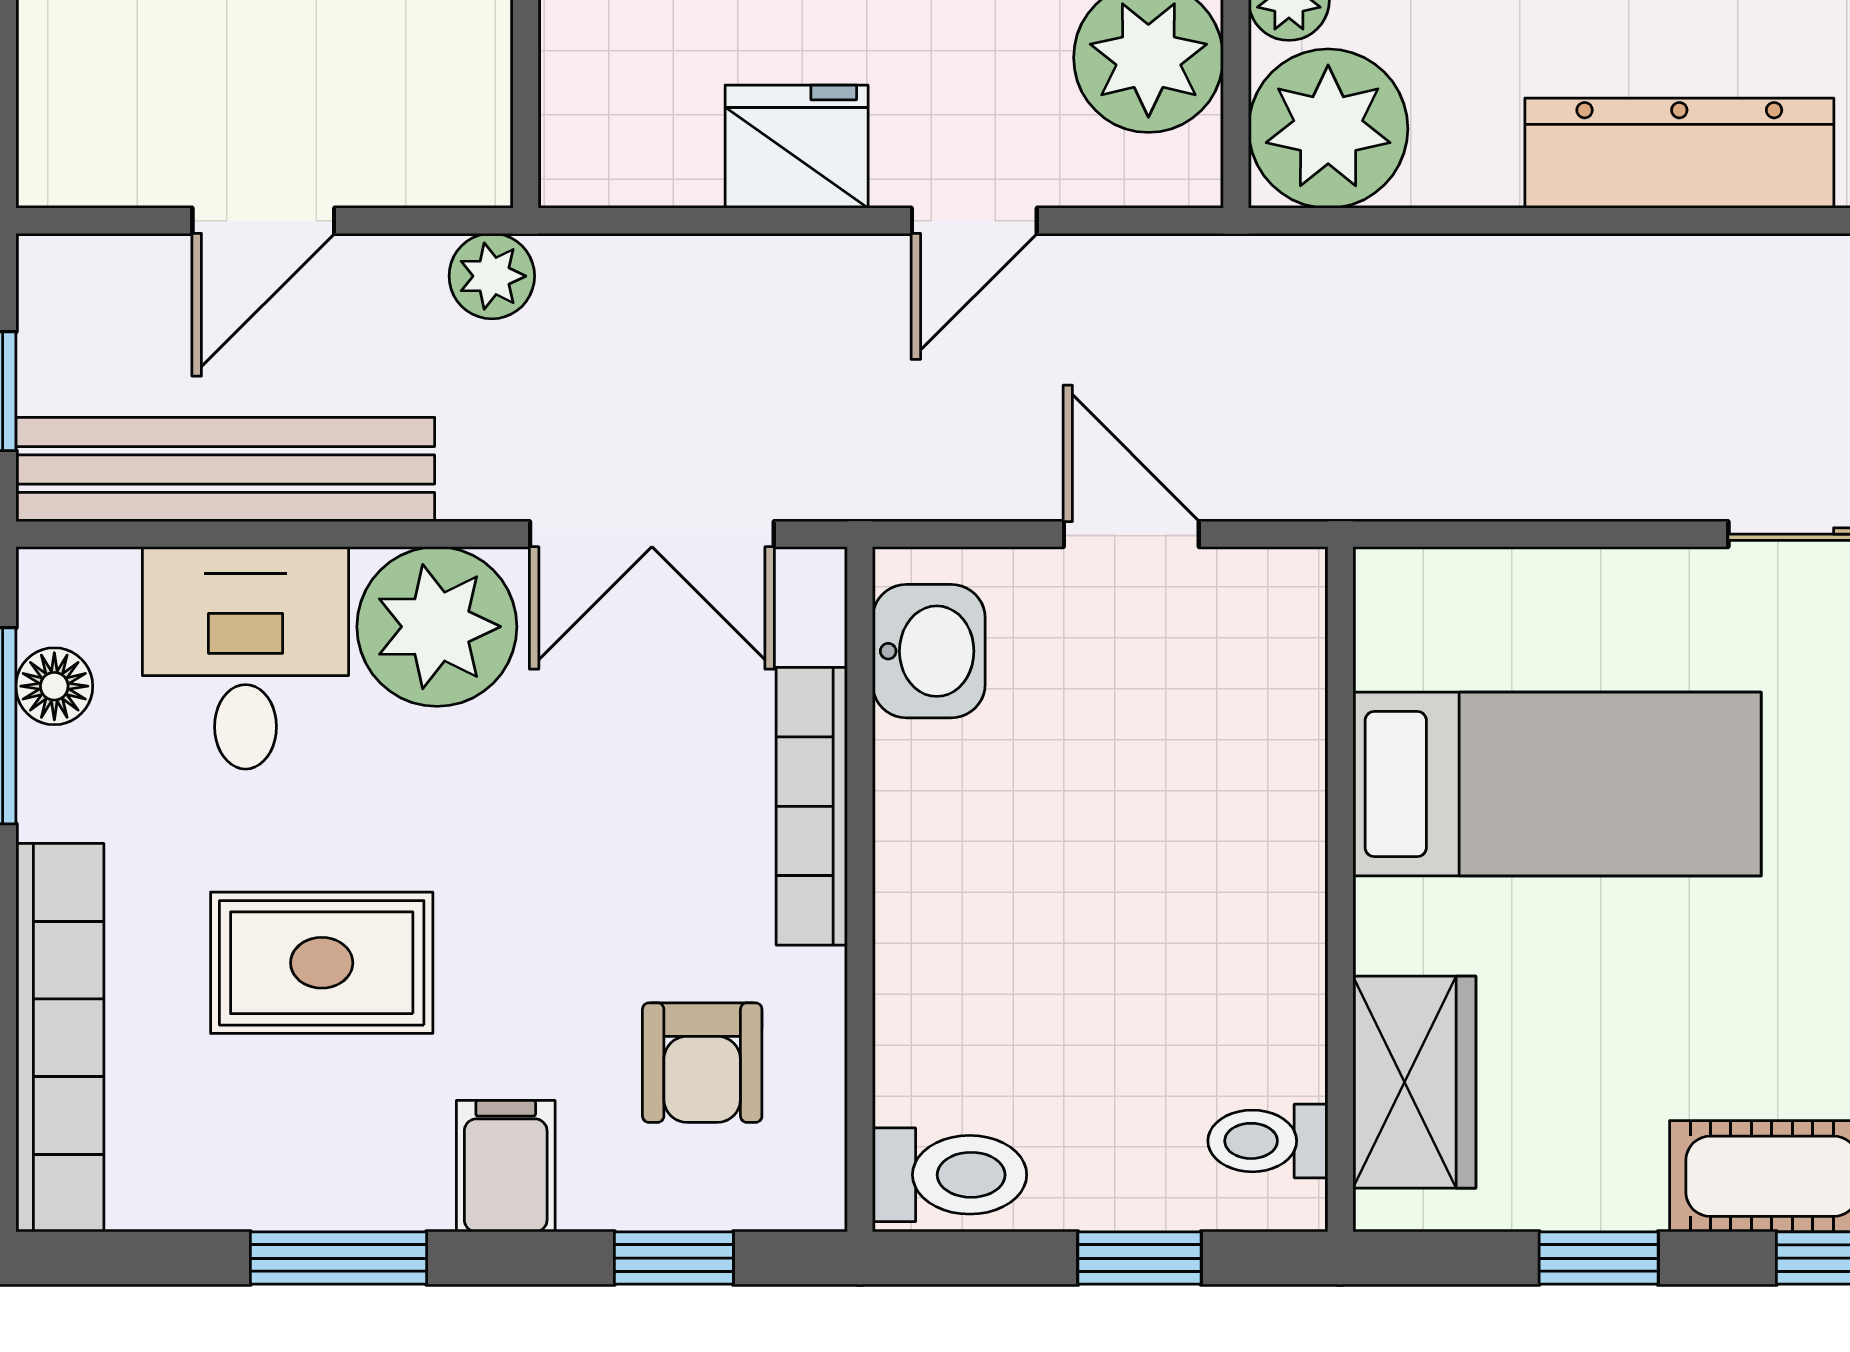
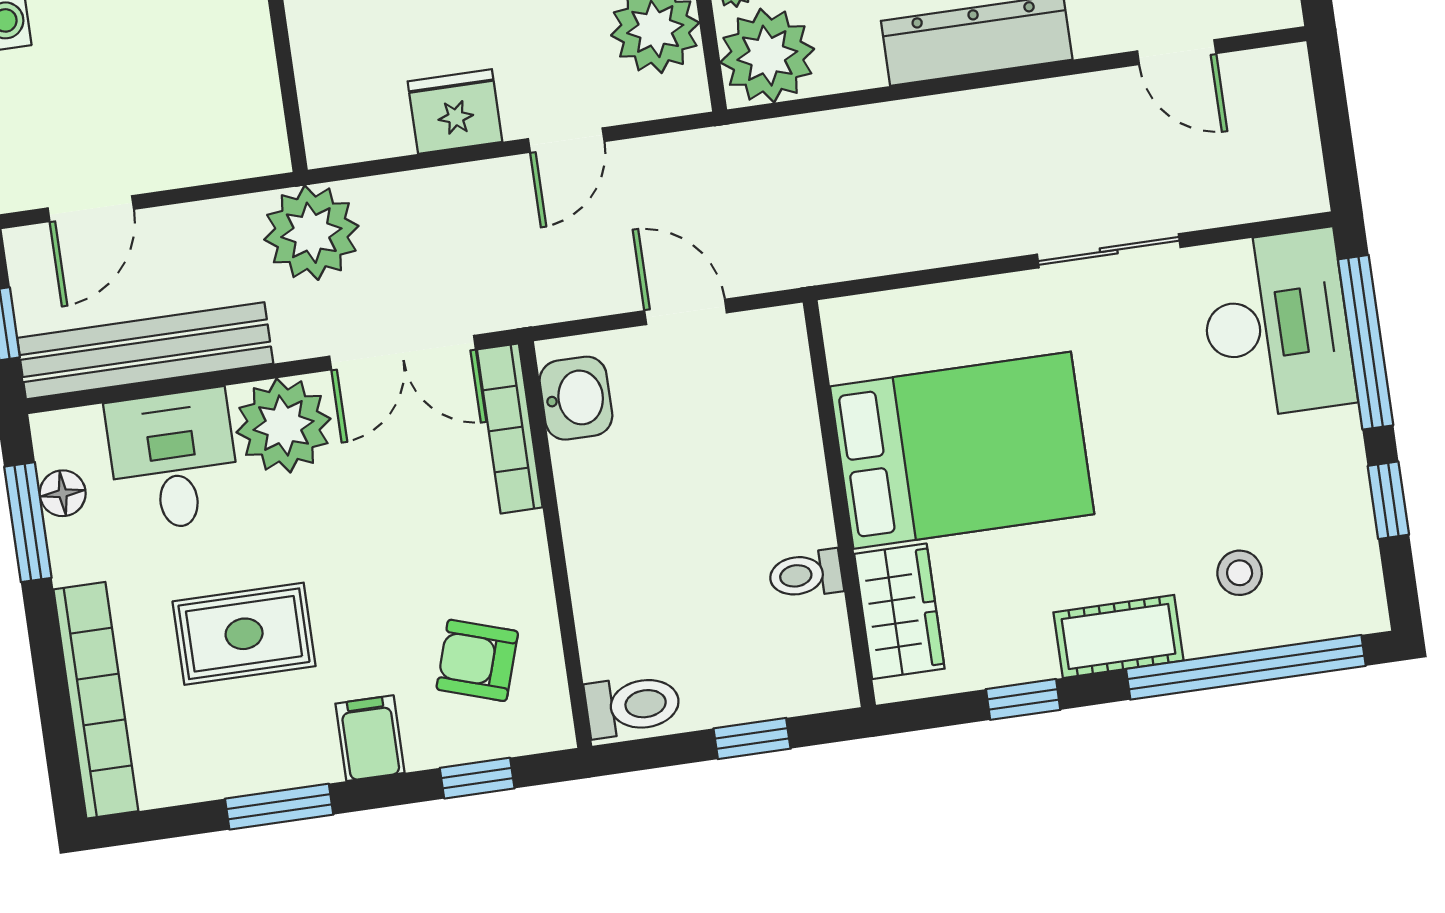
door: (263, 221) -> (91, 209), moved
plant: (492, 276) -> (311, 233), width x1.87, depth x1.87
bed: (1557, 784) -> (962, 450), width x1.50
bookcase: (812, 806) -> (510, 428), moved
armchair: (702, 1063) -> (477, 660), turned 108
toilet: (1268, 1141) -> (806, 574), moved

